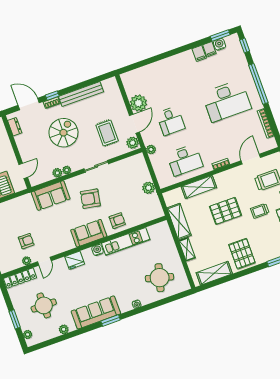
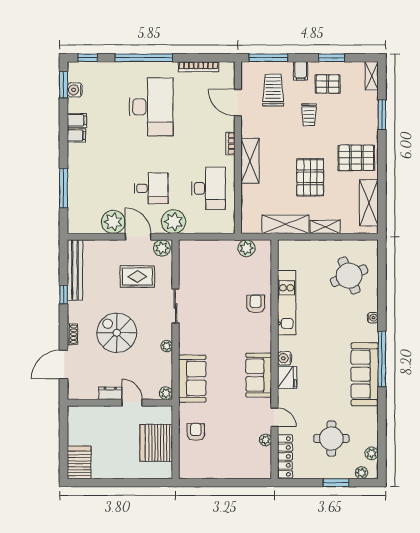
filing cabinet: (209, 49) -> (76, 135), moved
window: (150, 61) -> (64, 188), added
bench: (81, 94) -> (75, 270), moved
window: (52, 96) -> (64, 295), moved
dresser: (15, 127) -> (110, 393), moved
plant: (151, 149) -> (174, 222), width x1.88, depth x1.88
door: (23, 171) -> (132, 403), moved
plant: (57, 173) -> (166, 393), moved
shelving: (199, 187) -> (250, 161), moved
plant: (149, 188) -> (246, 248), moved
armchair: (90, 199) -> (215, 329), removed
pallet: (225, 211) -> (310, 177), moved
sofa: (89, 233) -> (259, 375), moved
armchair: (26, 241) -> (196, 432), moved
water cooler: (97, 250) -> (284, 358), moved
round table: (160, 278) -> (349, 276), turned -38
window: (111, 320) -> (382, 359), width x2.11
plant: (64, 329) -> (372, 453), moved

